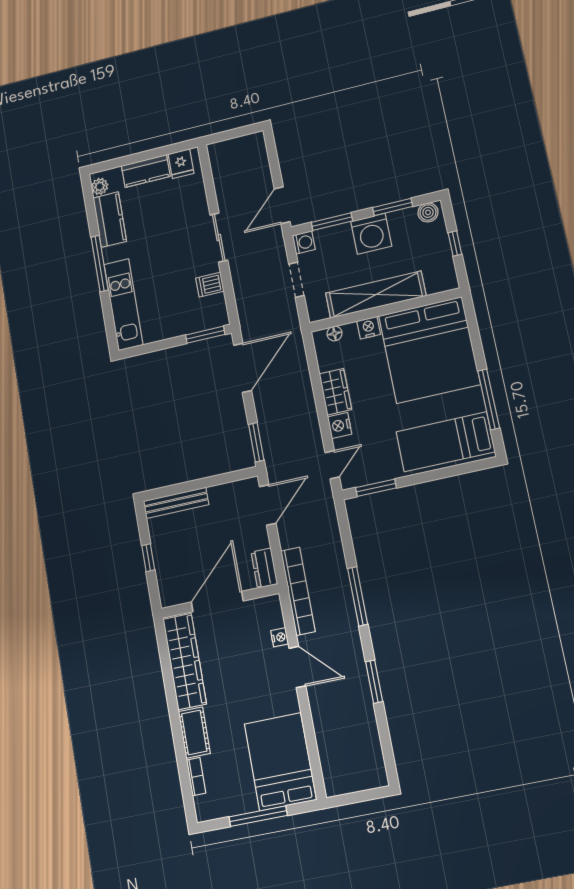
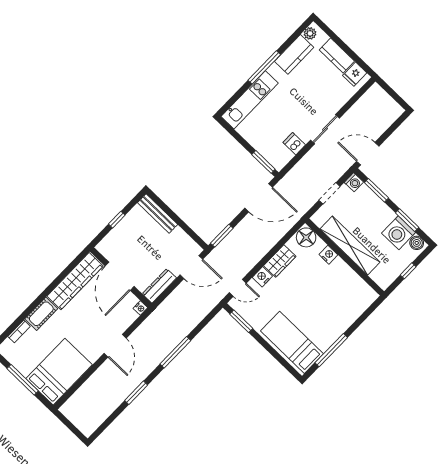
washing machine: (371, 234) -> (399, 233), moved
floor lamp: (334, 333) -> (306, 237), width x1.89, depth x1.89
bed: (429, 350) -> (338, 298), removed
dresser: (264, 568) -> (159, 286), width x1.44
bookcase: (298, 591) -> (156, 317), removed
door: (217, 602) -> (120, 276), swing flipped
nightstand: (280, 637) -> (140, 308), moved

